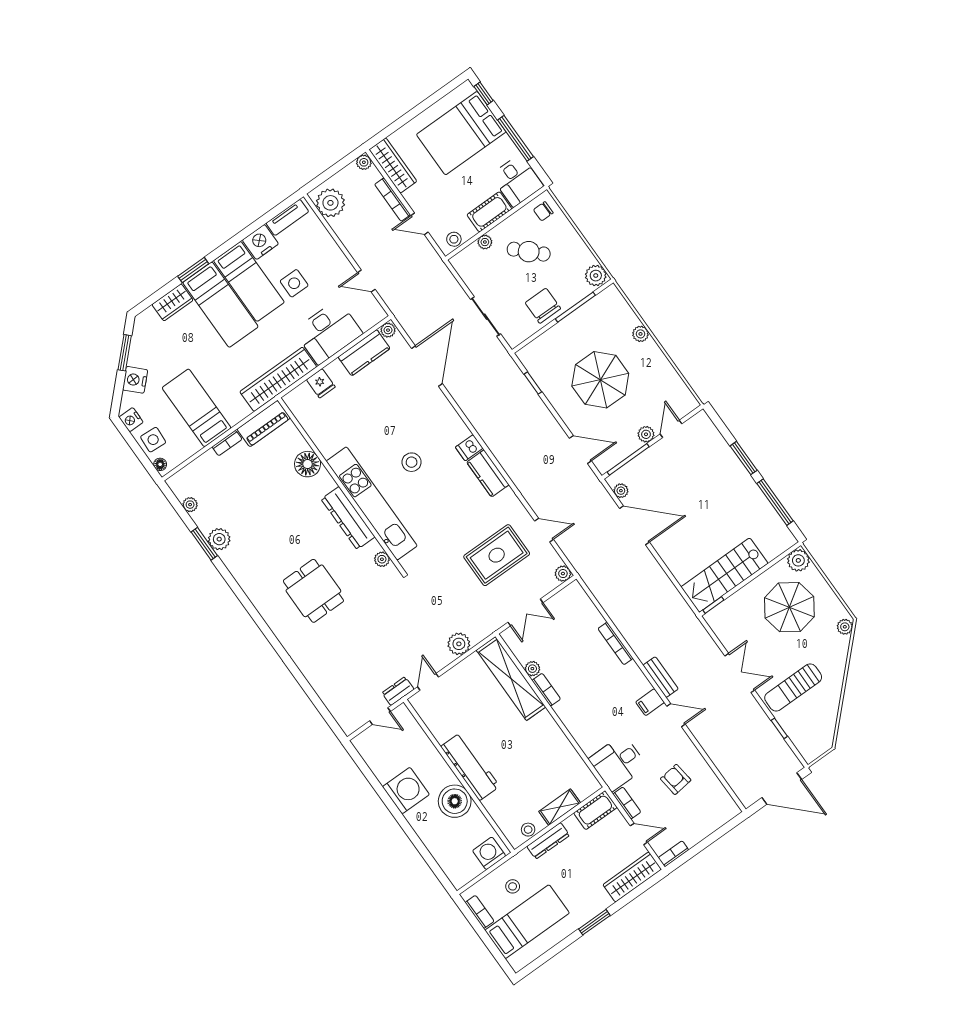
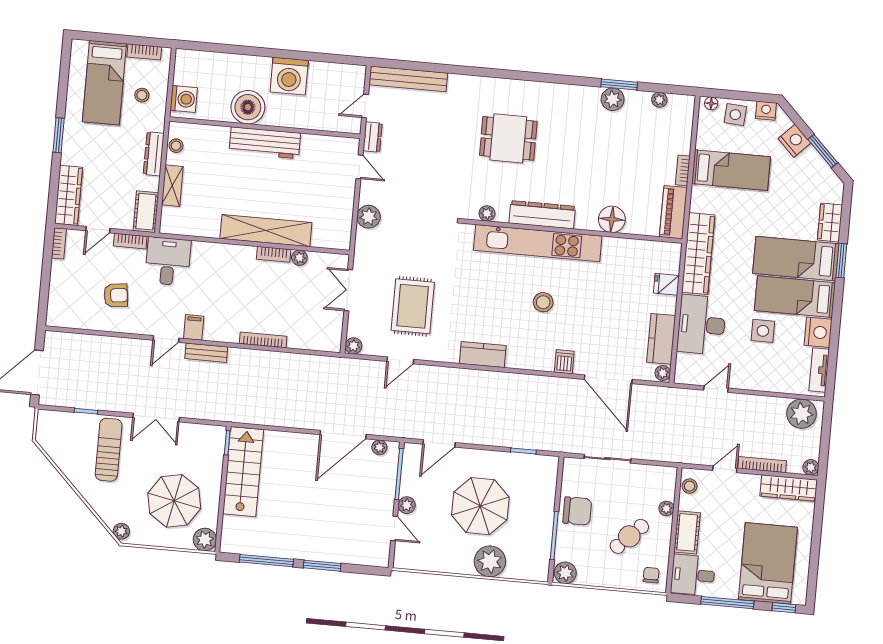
plant: (641, 334) -> (490, 561), width x1.88, depth x1.88
dishwasher: (469, 448) -> (564, 362), moved
shelving: (511, 679) -> (266, 231), moved
bench: (333, 702) -> (408, 79), added

